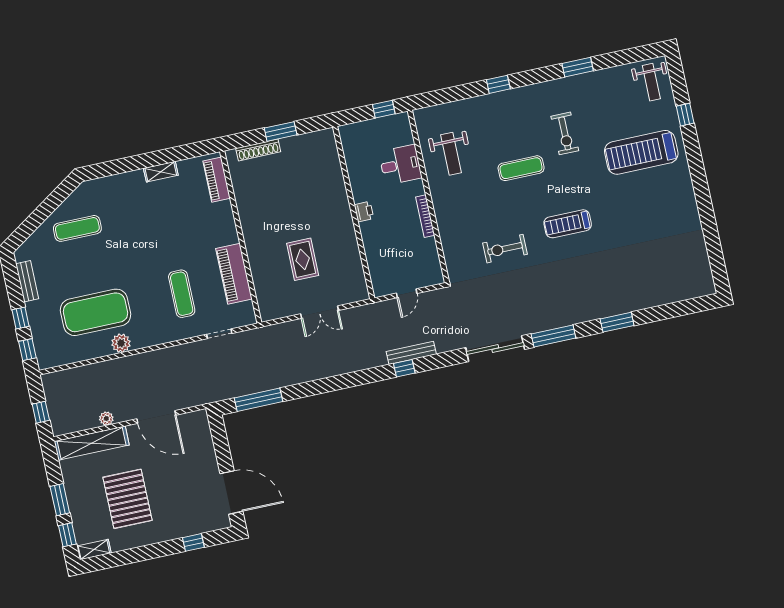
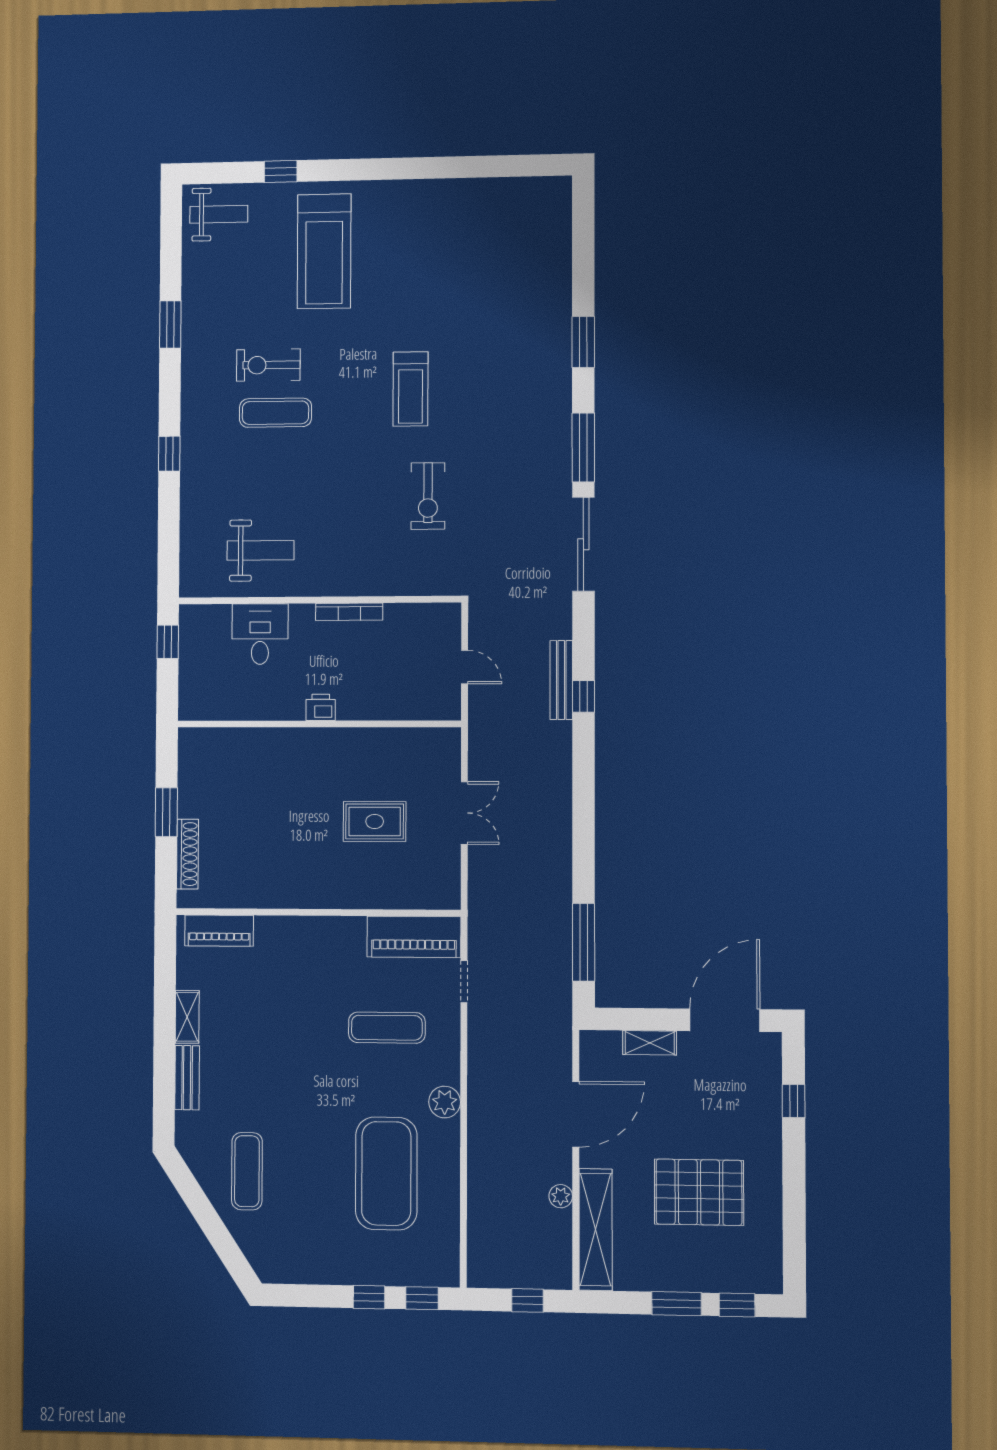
exercise bike: (565, 133) -> (268, 365), turned 180
exercise mat: (521, 168) -> (275, 413), moved, turned 90
piano: (234, 274) -> (414, 937), moved
bench: (27, 281) -> (187, 1078), moved, turned 90
plant: (121, 343) -> (445, 1102), moved
shelving: (94, 550) -> (650, 1043), moved, turned 90

